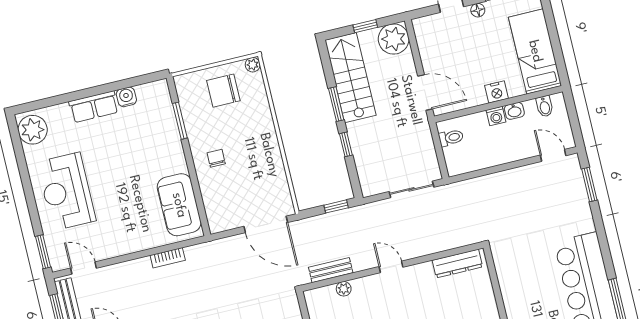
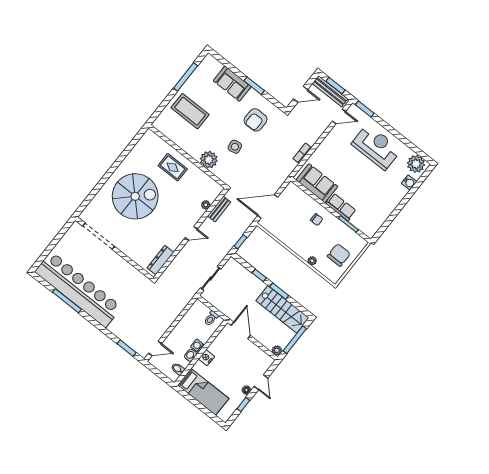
window: (365, 26) -> (295, 340), width x2.17
plant: (394, 39) -> (277, 350), width x0.53, depth x0.53
plant: (253, 65) -> (312, 261), moved
door: (425, 92) -> (241, 330), swing flipped
water cooler: (126, 97) -> (409, 182), moved
row of seats: (94, 107) -> (341, 207), moved, turned 90

